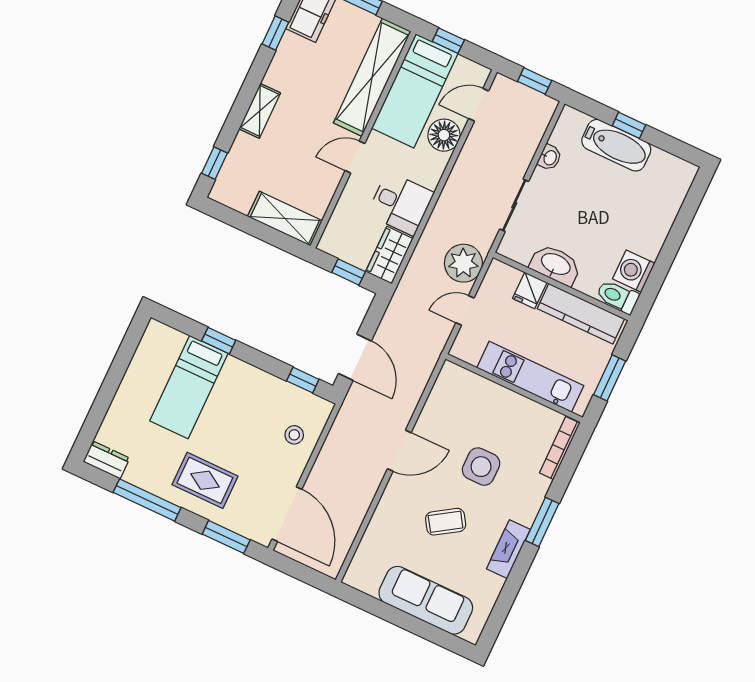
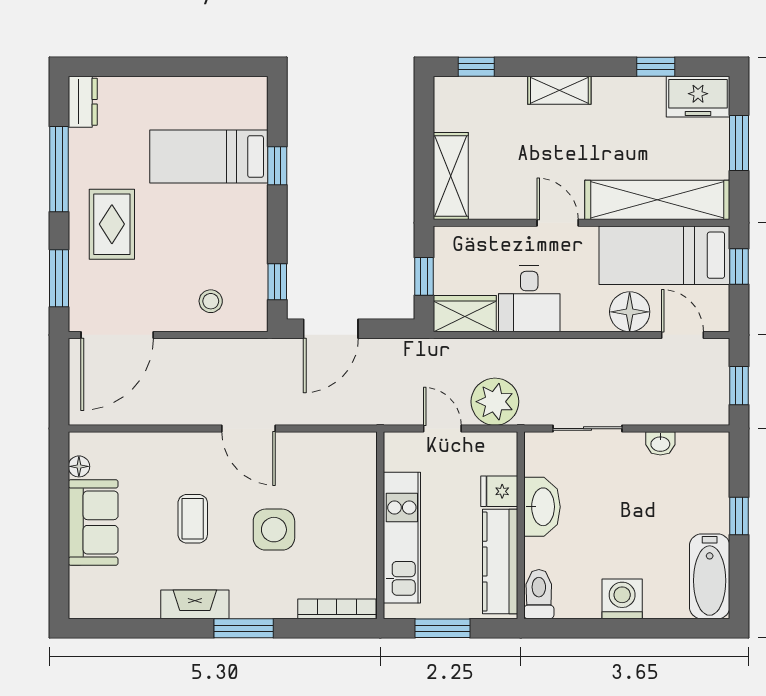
bathtub: (616, 145) -> (710, 576), moved
washing machine: (634, 271) -> (622, 599), moved
coffee table: (446, 522) -> (193, 519), turned 33
floor lamp: (369, 586) -> (79, 466), added
sofa: (426, 600) -> (93, 523), width x0.73

